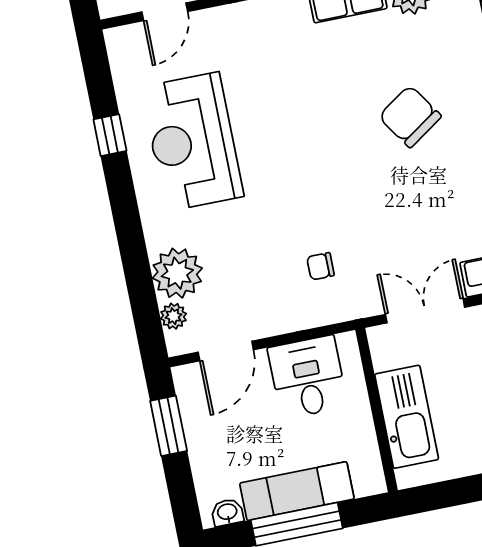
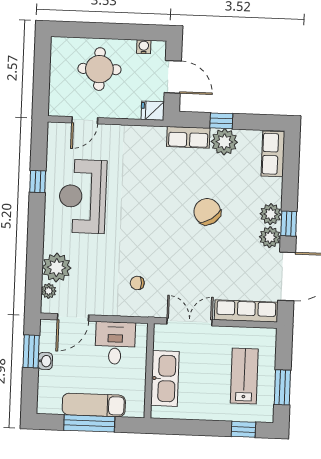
washbasin: (227, 512) -> (45, 361), moved, turned 90

